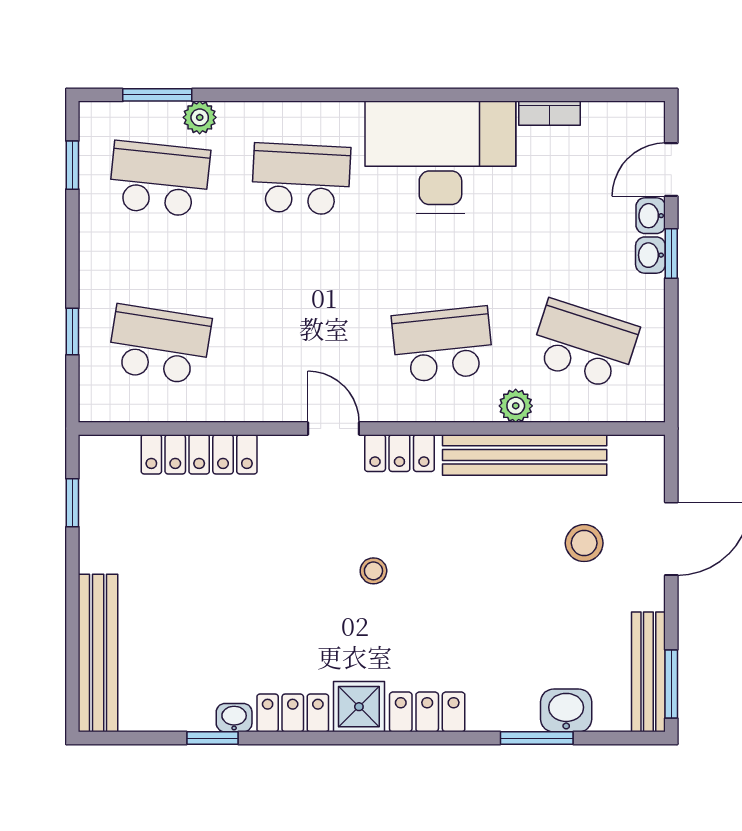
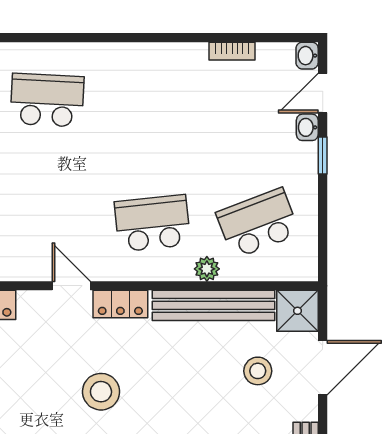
desk: (440, 157) -> (151, 84), removed
washbasin: (650, 255) -> (307, 56), moved
school desk: (584, 344) -> (258, 223), turned -39
shower: (638, 462) -> (298, 311), added
stool: (373, 571) -> (101, 392), width x1.89, depth x1.89

